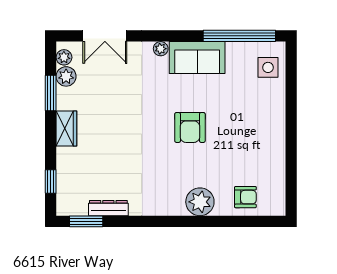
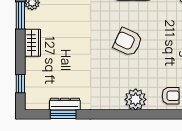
armchair: (190, 127) -> (128, 42), turned 115
window: (86, 221) -> (63, 114), moved

